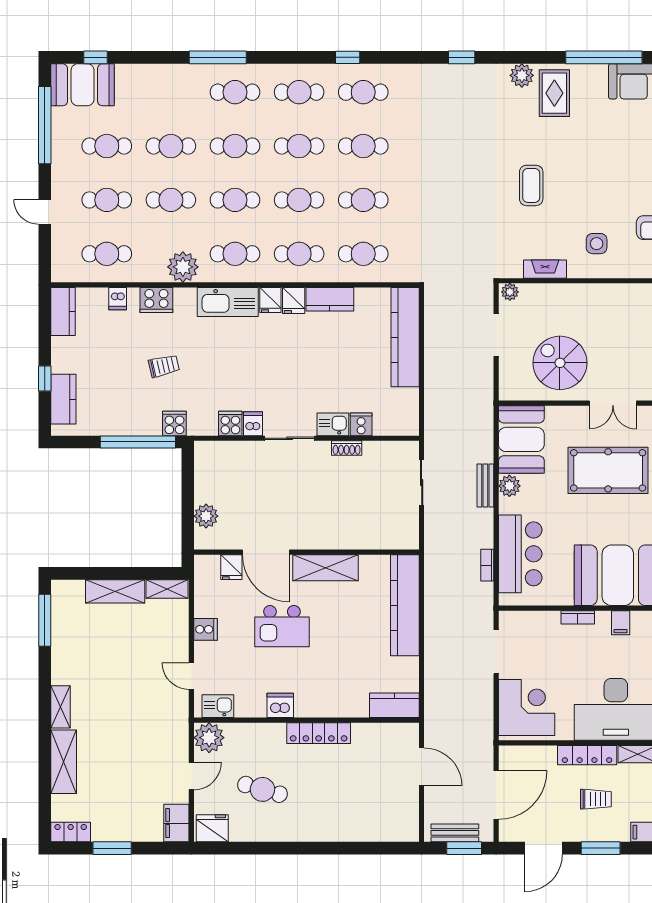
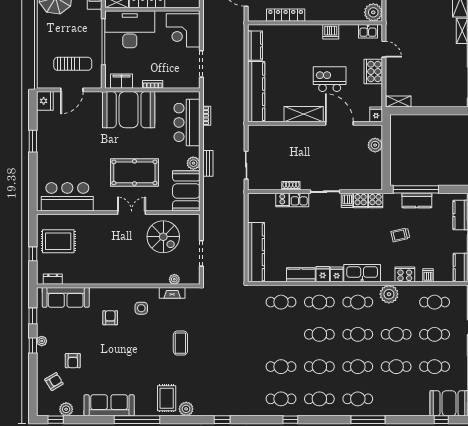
cafe table: (363, 200) -> (281, 334), removed
plant: (510, 292) -> (174, 279), moved
kitchen counter: (136, 423) -> (417, 201), added
cooker: (174, 423) -> (376, 201), moved
fridge: (231, 567) -> (376, 114), moved
shelving: (115, 591) -> (430, 100), removed
filing cabinet: (621, 623) -> (122, 81), width x2.00
cooker: (206, 629) -> (373, 71), width x1.87, depth x1.31
kitchen counter: (394, 705) -> (255, 46), moved, turned -90
locker: (319, 733) -> (286, 15), moved

